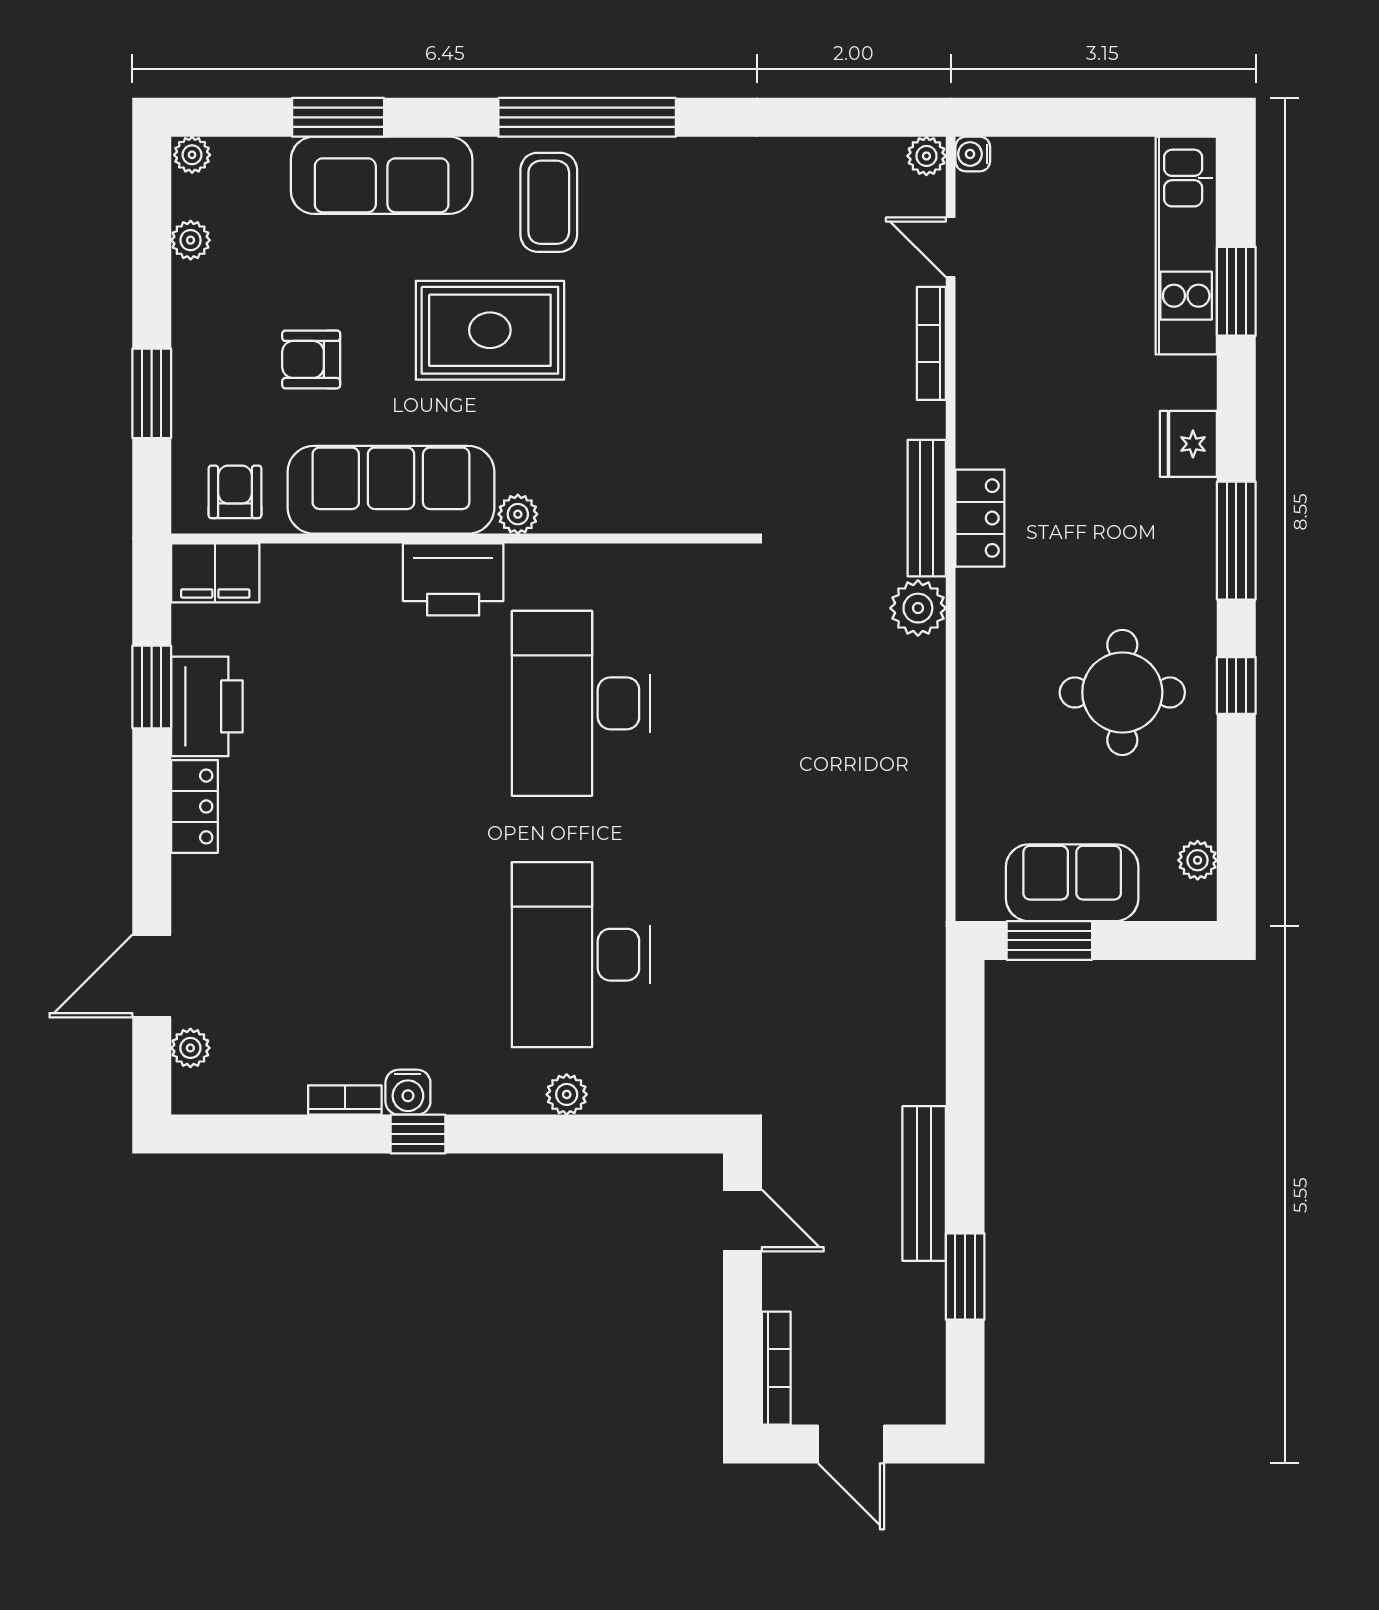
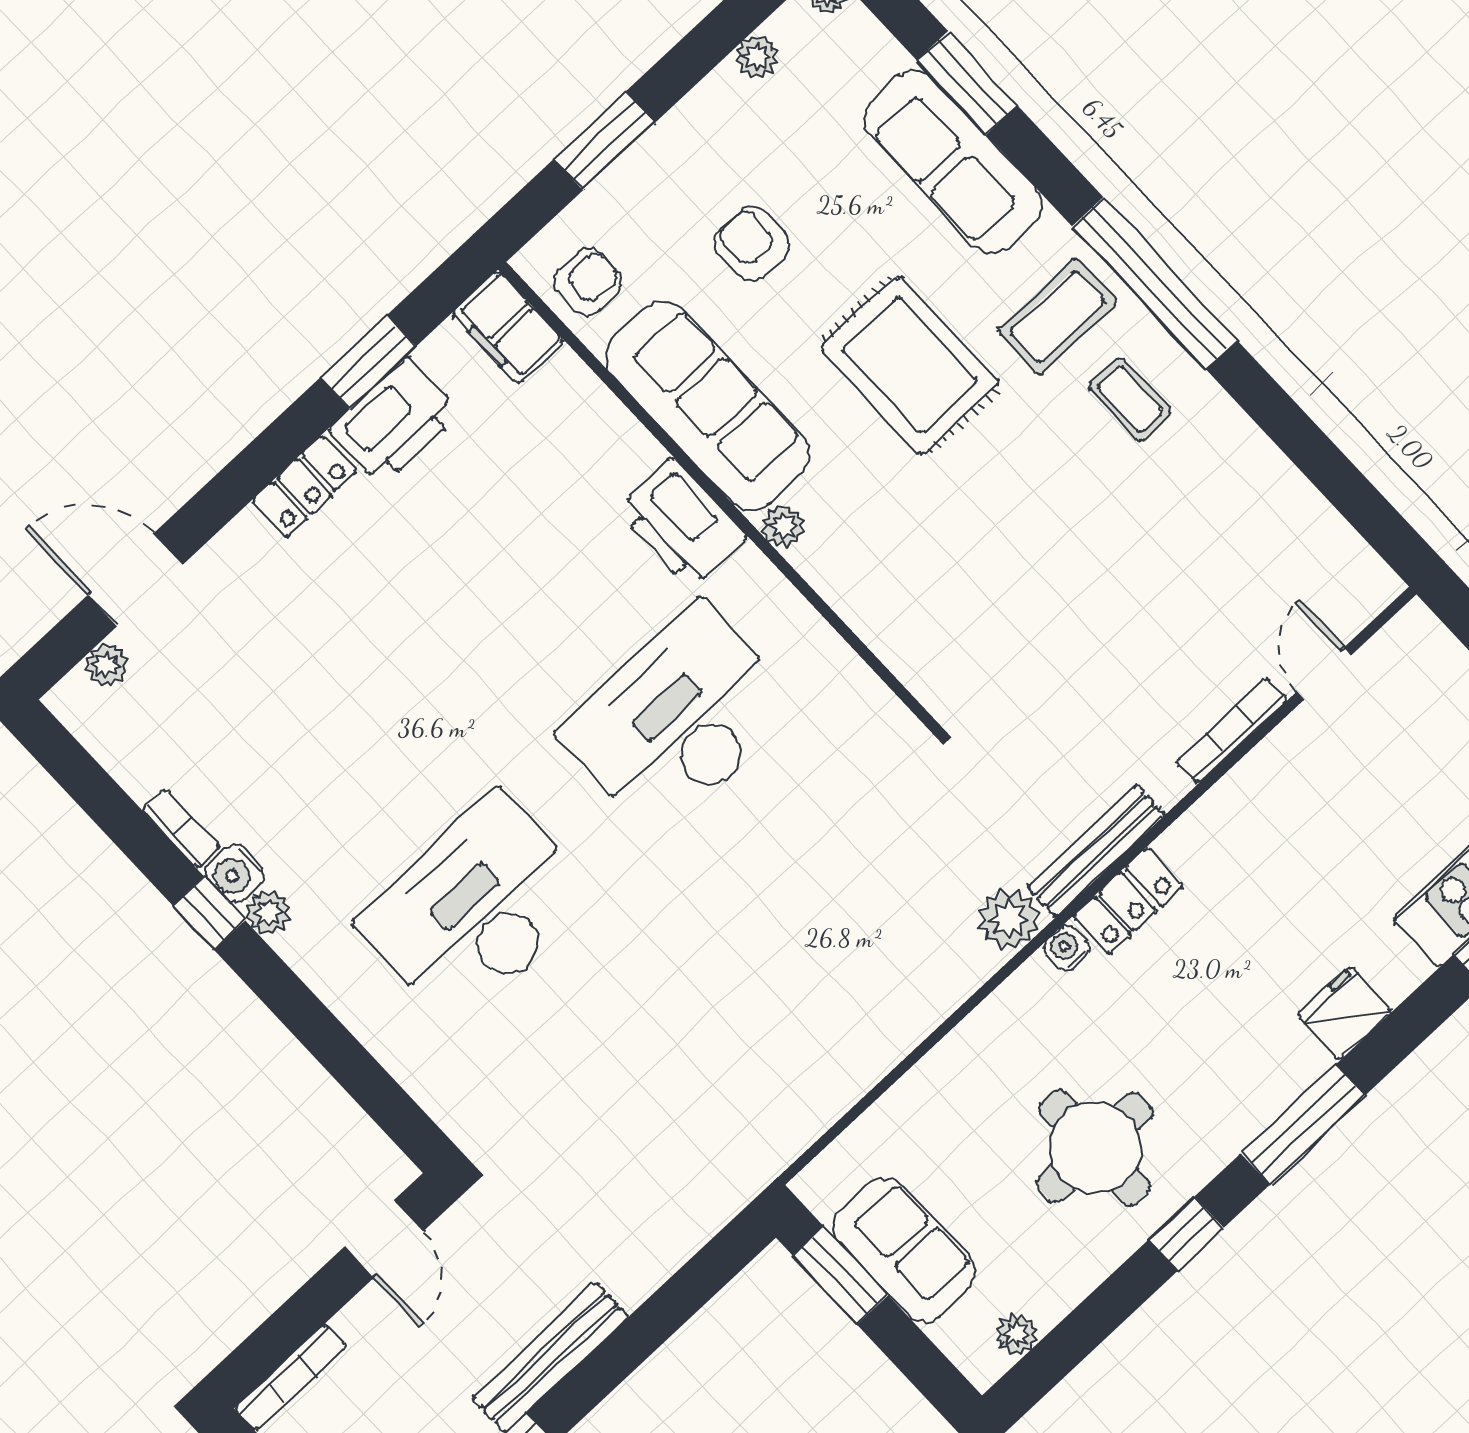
water cooler: (973, 154) -> (1066, 948), moved
plant: (926, 156) -> (1379, 585), removed
coffee table: (649, 206) -> (1130, 399), added
plant: (567, 1094) -> (268, 913), moved

